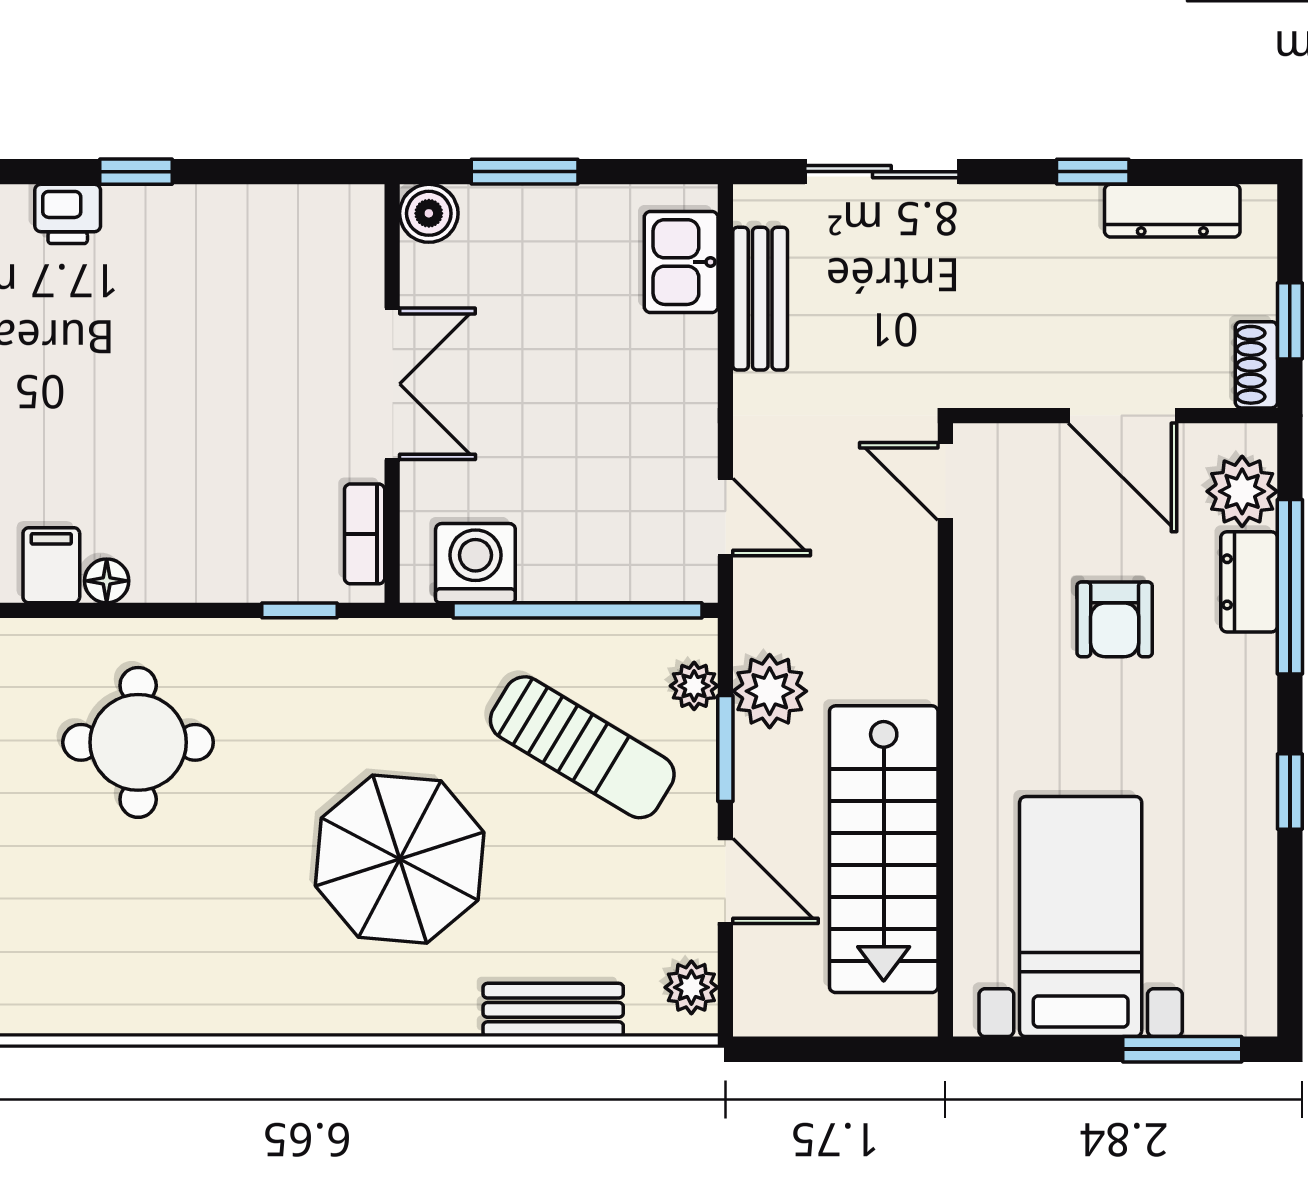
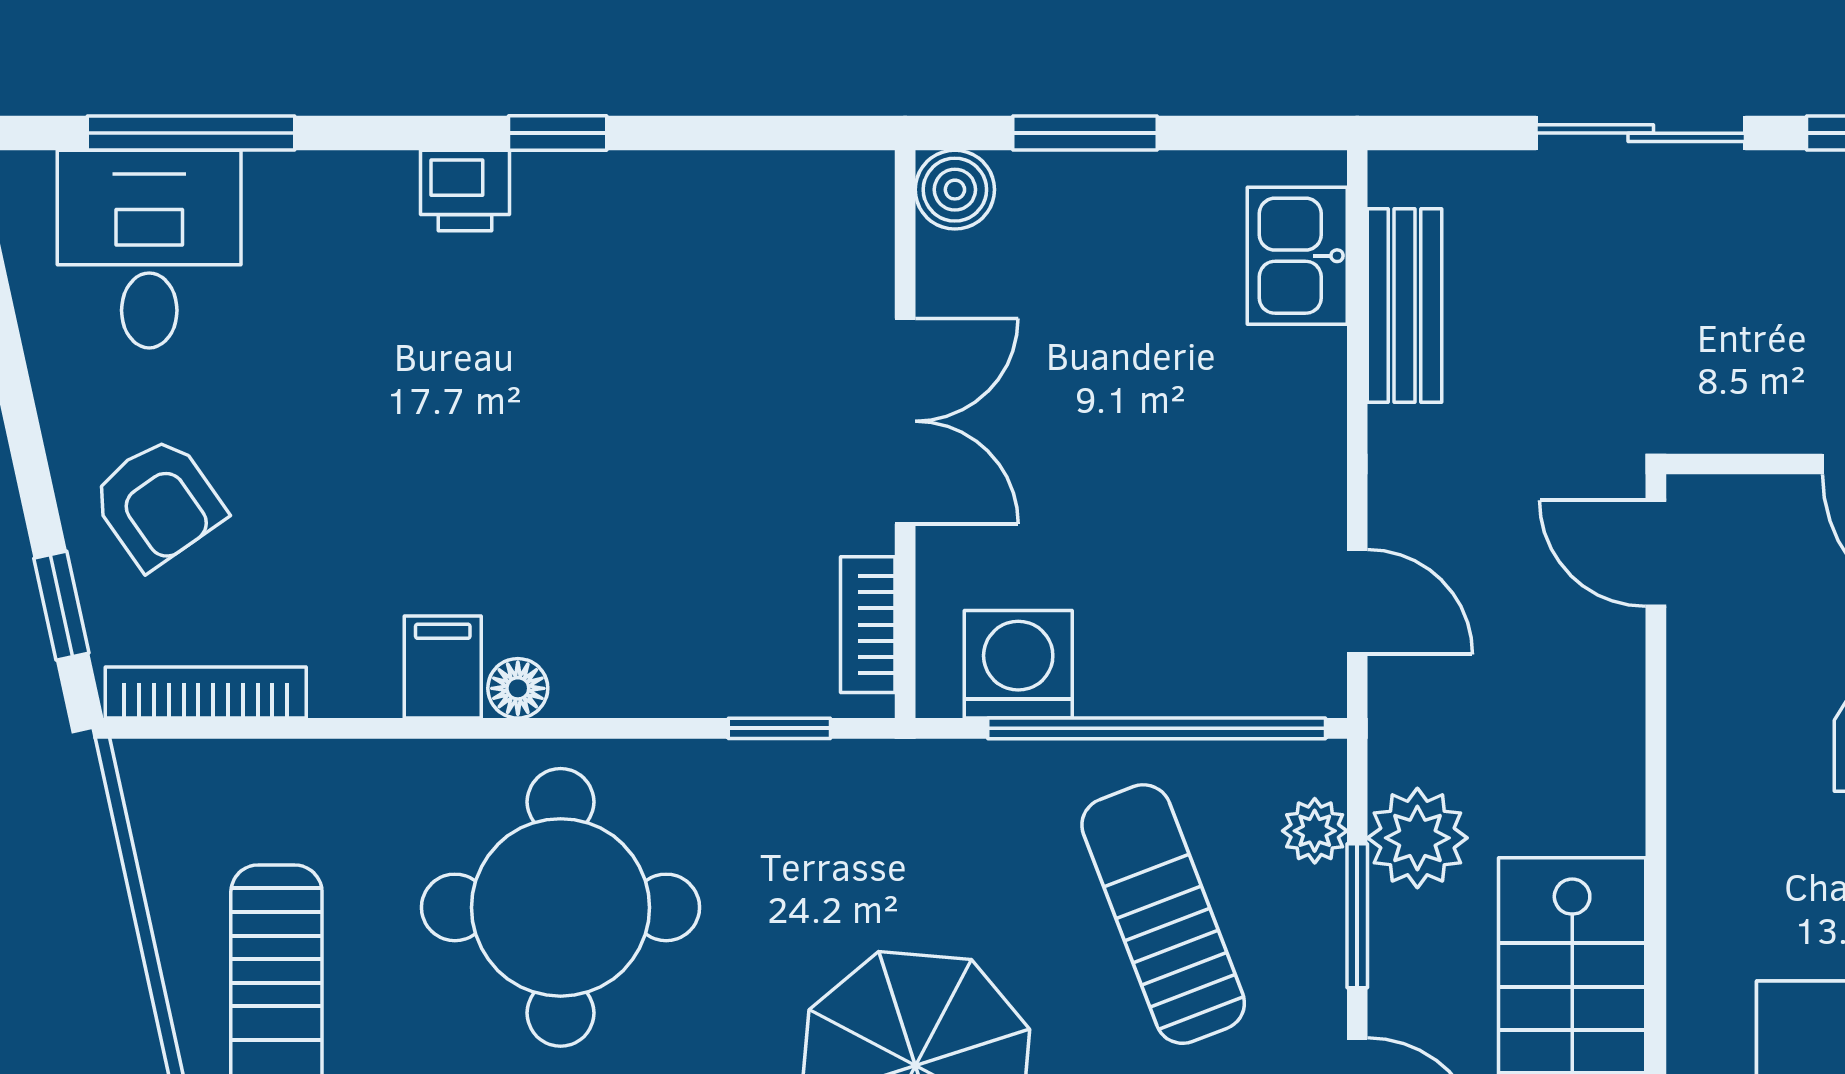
sliding door: (882, 172) -> (1641, 133), moved
round table: (138, 742) -> (561, 907), width x1.36, depth x1.36
sun lounger: (582, 747) -> (1163, 914), turned -142

